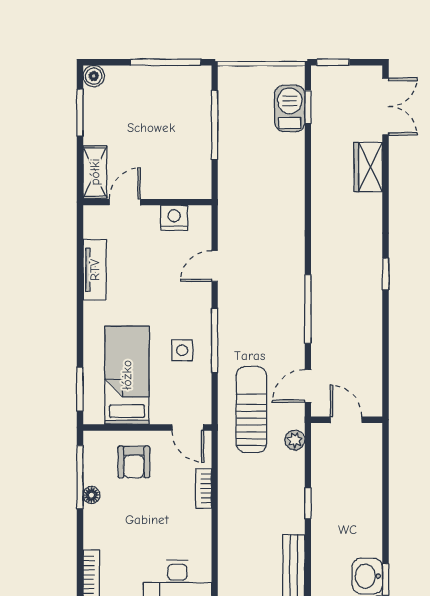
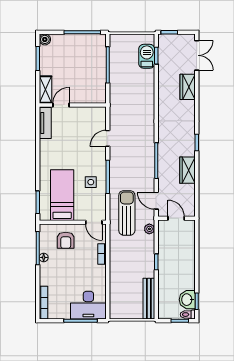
nightstand: (174, 218) -> (87, 113), removed
tv unit: (95, 270) -> (45, 123), moved
wardrobe: (368, 327) -> (187, 170), added
door: (308, 386) -> (156, 201), hinge flipped

